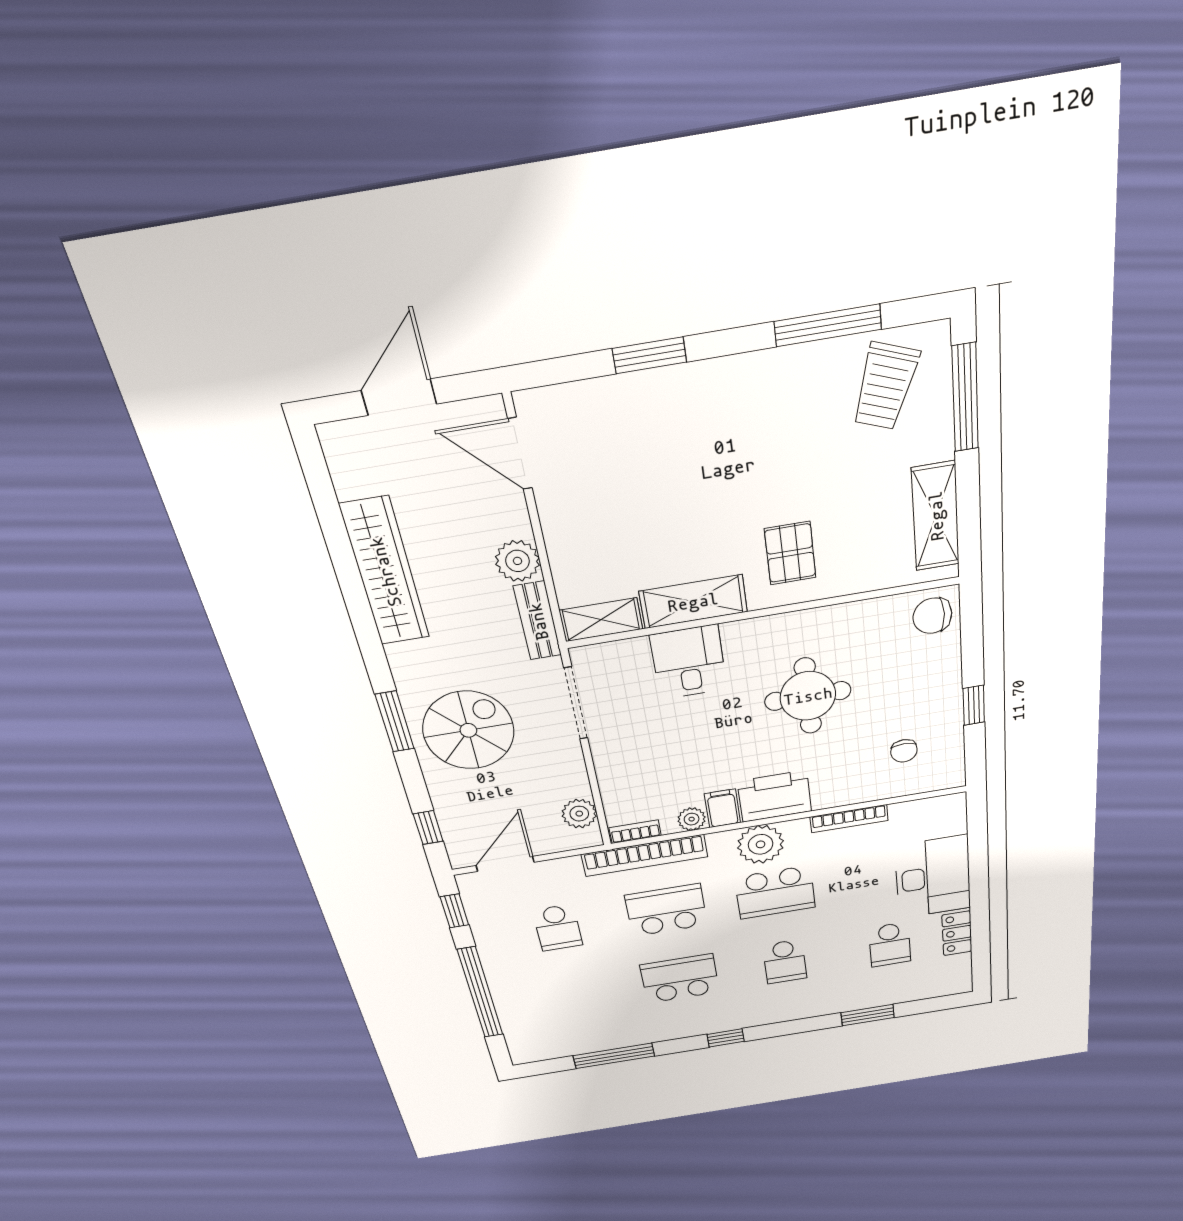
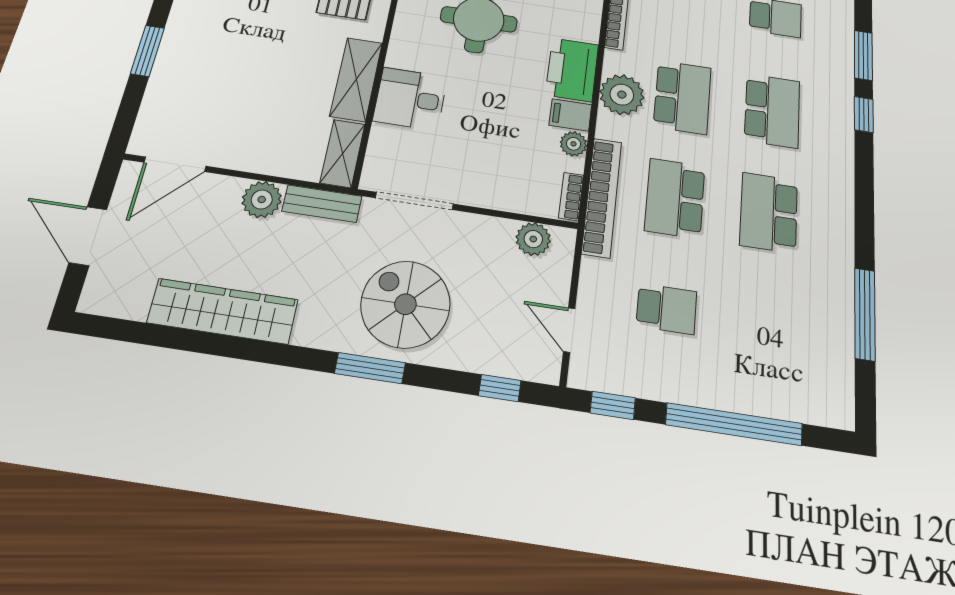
door: (505, 864) -> (569, 330), width x0.73
school desk: (785, 962) -> (772, 111), width x1.85
window: (726, 1038) -> (864, 114), moved

